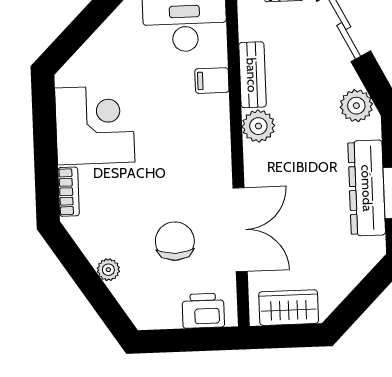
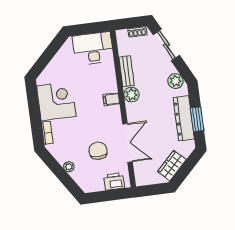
filing cabinet: (212, 81) -> (111, 99), moved
wardrobe: (289, 308) -> (172, 166), moved, turned -45

